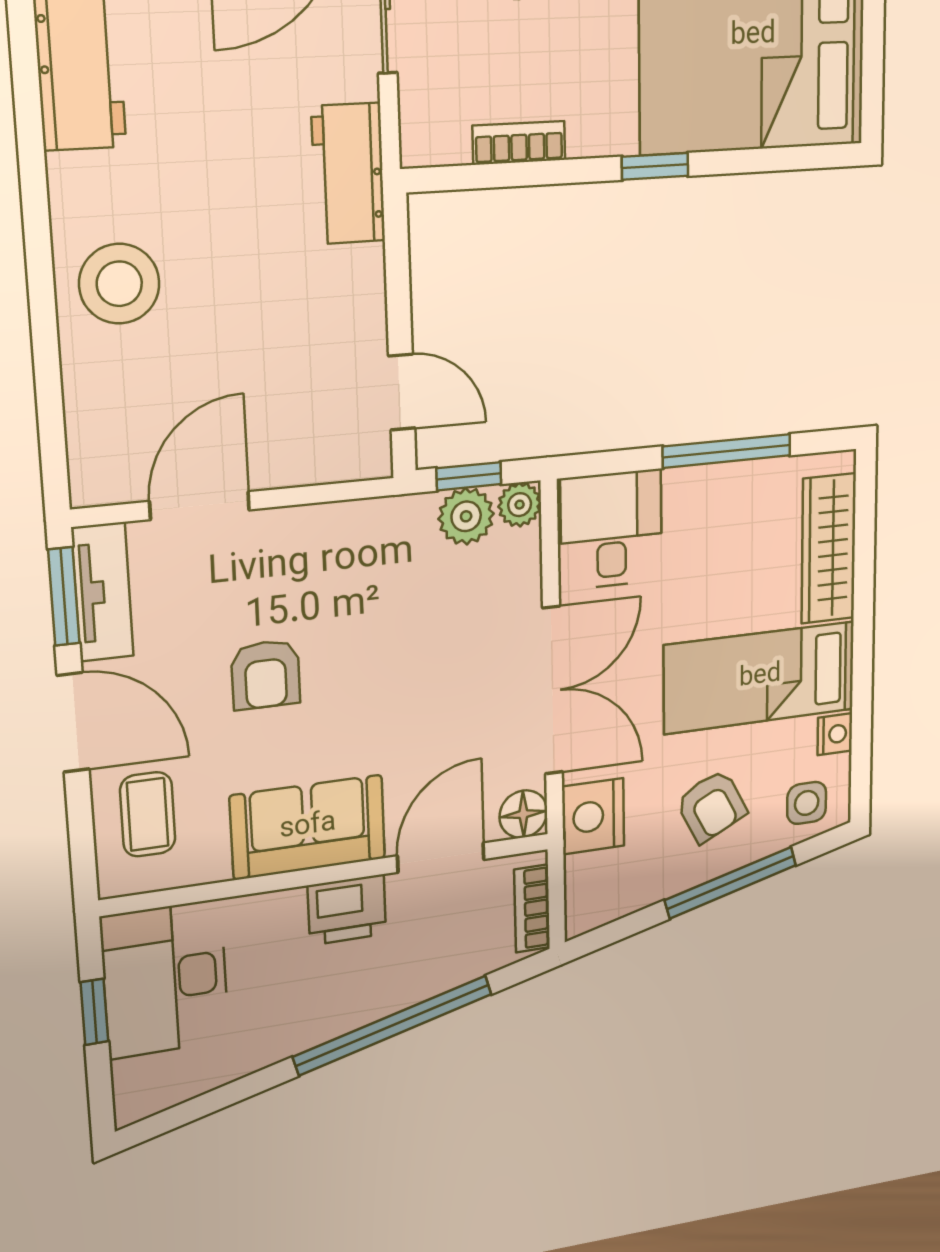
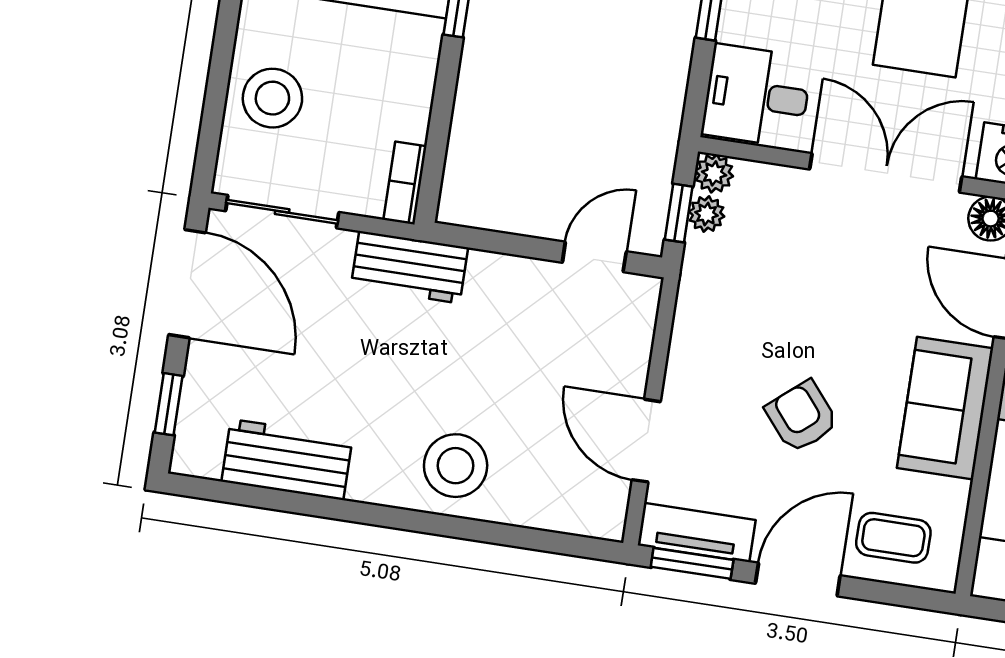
bookcase: (519, 143) -> (405, 183), moved
plant: (466, 516) -> (706, 214), width x0.73, depth x0.73
armchair: (266, 675) -> (802, 417), turned -130

